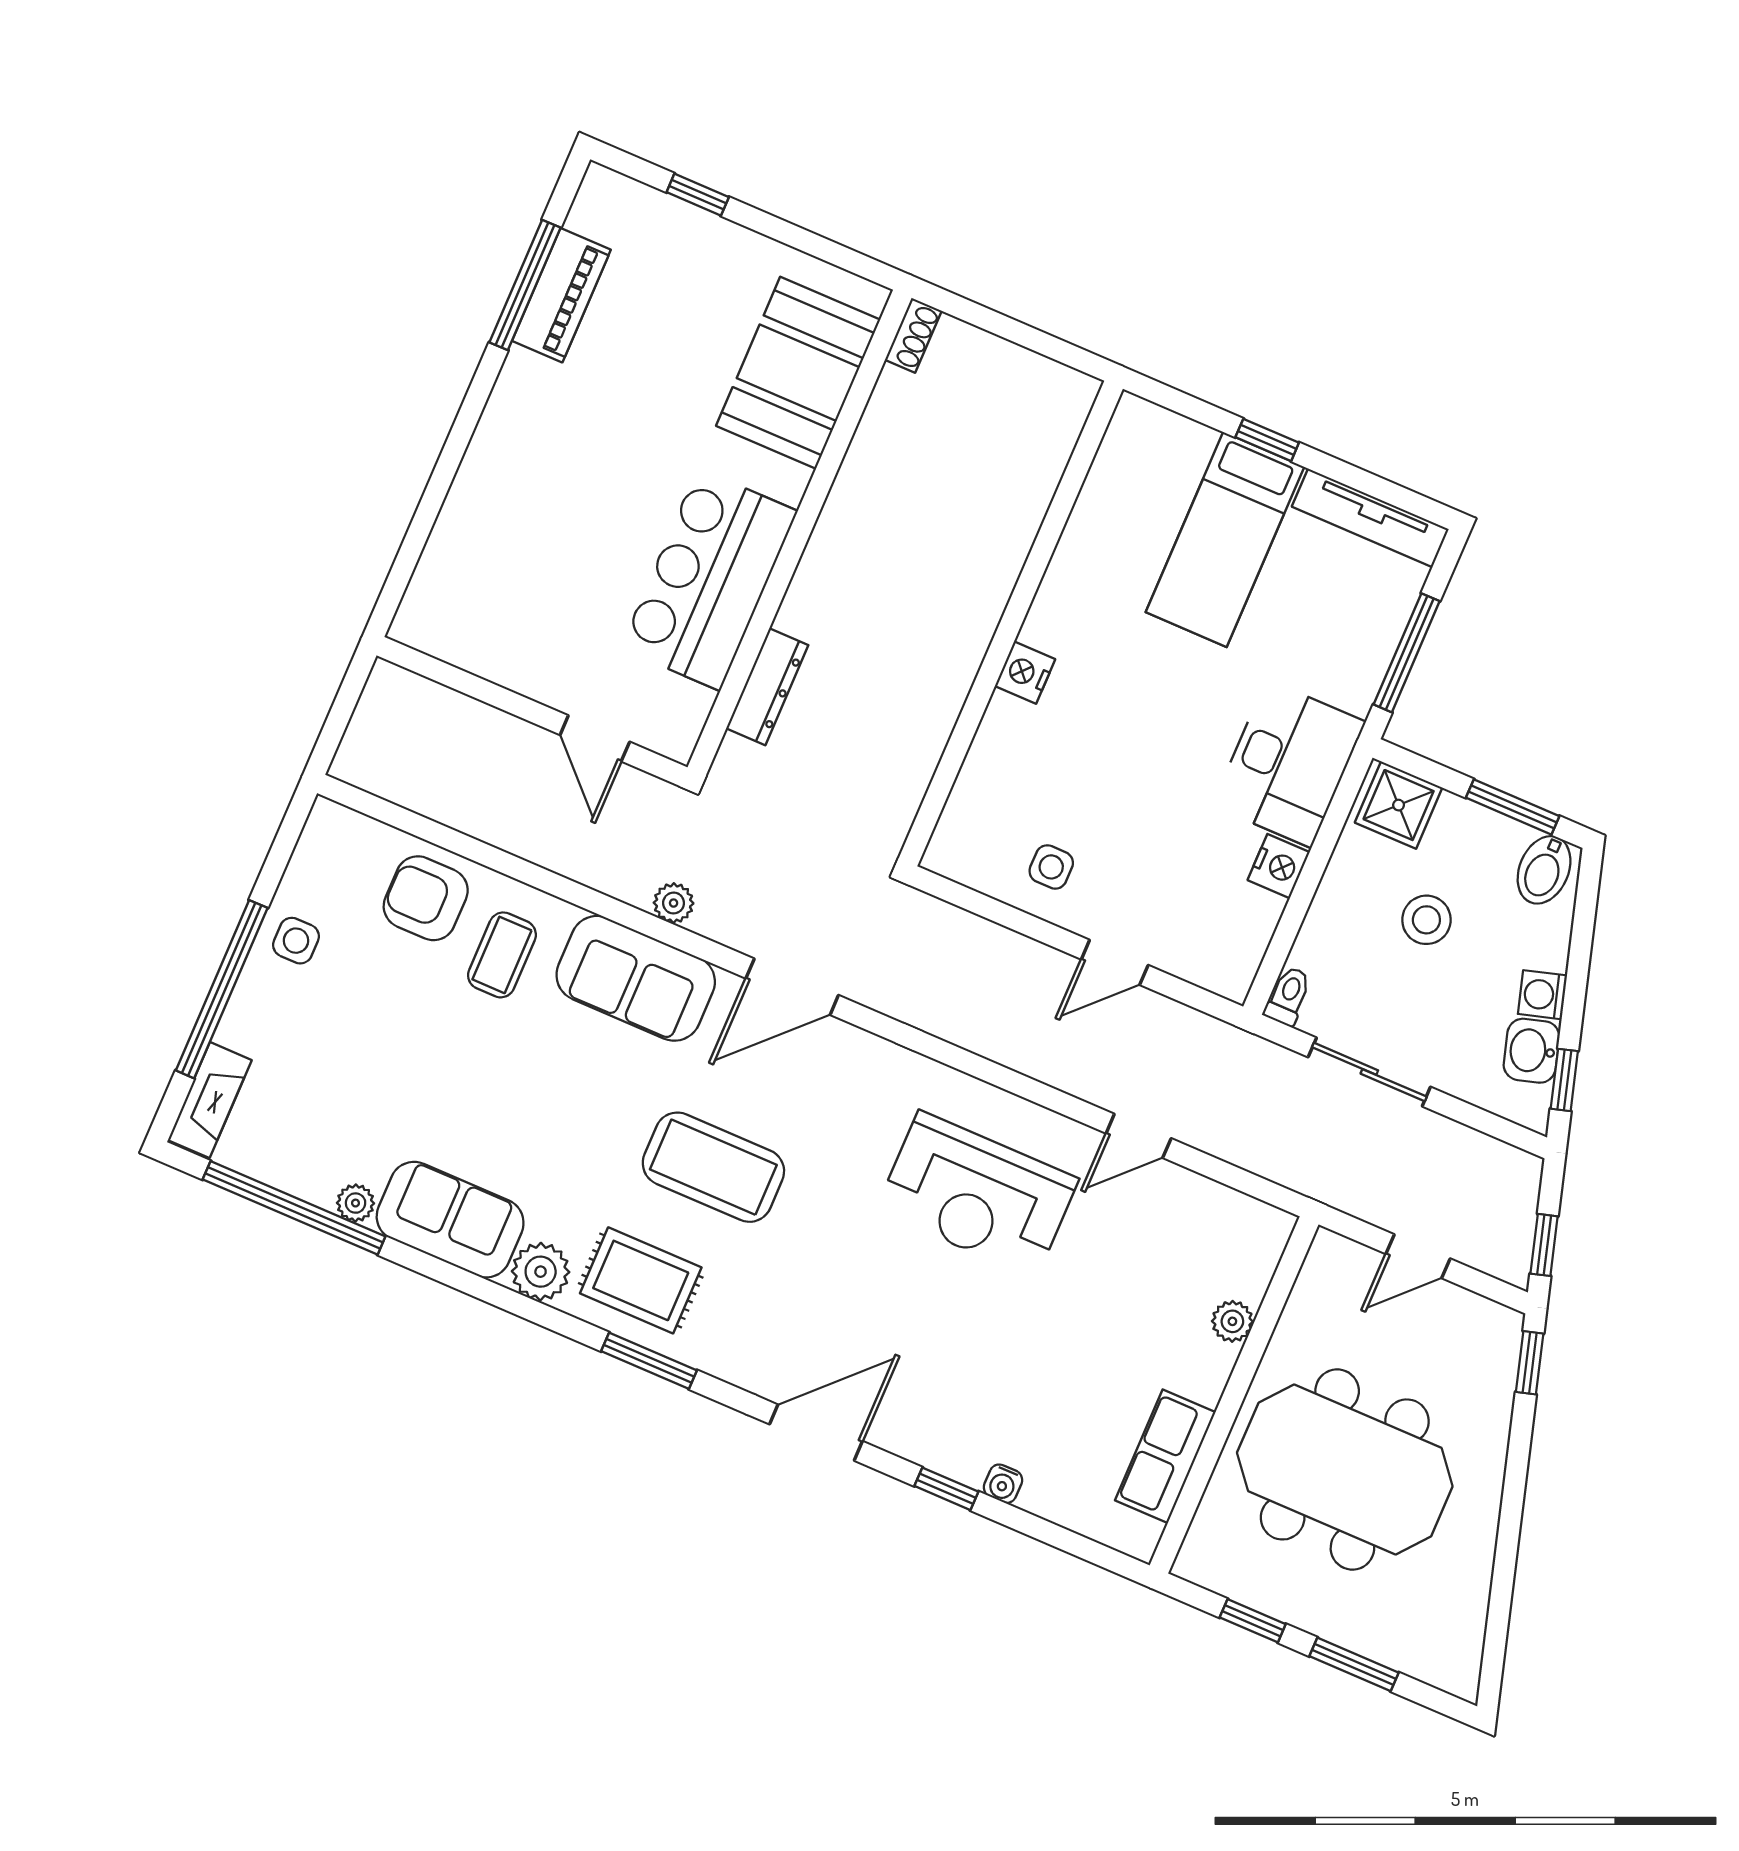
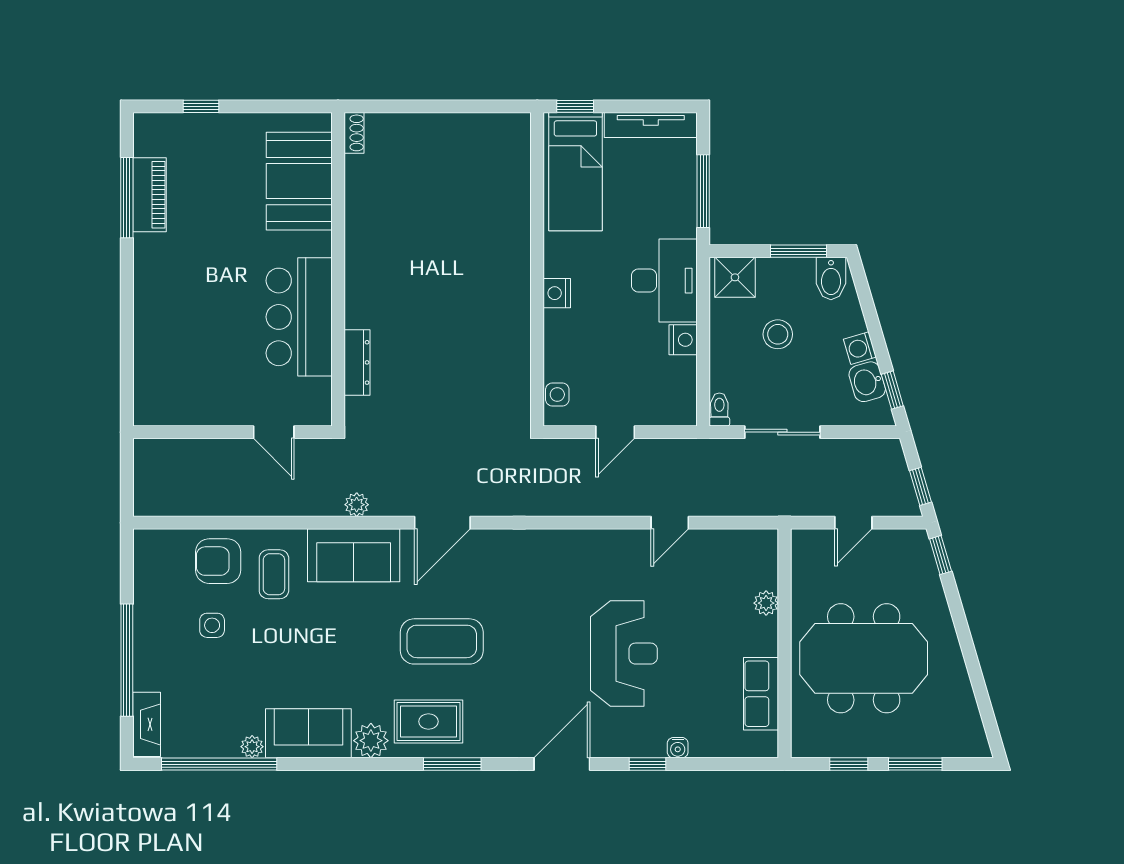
wall: (1011, 624) -> (537, 269), moved
nightstand: (1025, 673) -> (557, 293), moved
side table: (296, 941) -> (212, 625), moved
reception desk: (977, 1195) -> (624, 654), moved, turned -90

